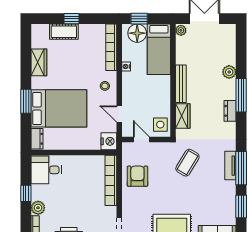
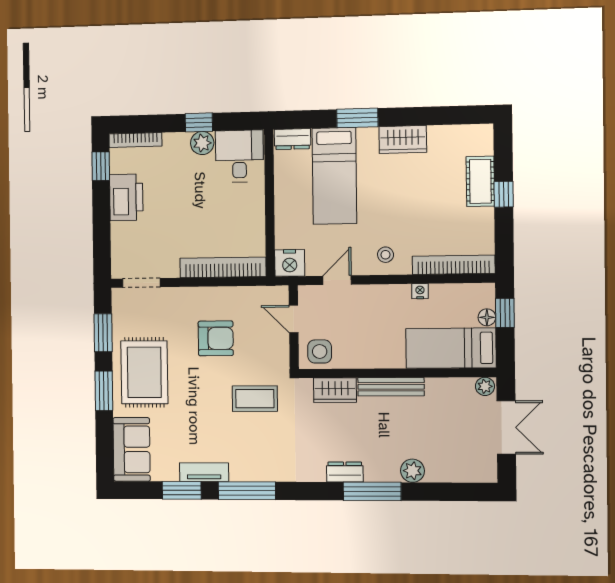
floor lamp: (137, 33) -> (487, 317), width x0.53, depth x0.53
wardrobe: (39, 62) -> (403, 139), moved
bed: (59, 108) -> (334, 176), width x0.67
door: (141, 139) -> (294, 319), swing flipped
coffee table: (187, 163) -> (255, 399), turned -31
tv unit: (230, 166) -> (204, 472), moved
armchair: (137, 176) -> (216, 338), moved
plant: (38, 208) -> (202, 143), moved

